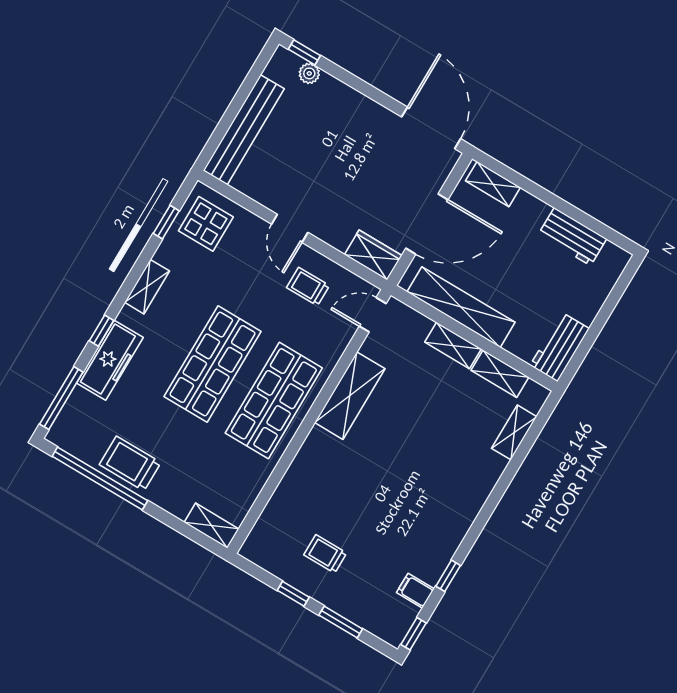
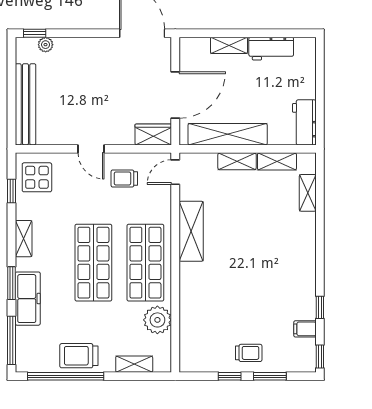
shelving: (493, 184) -> (229, 45), moved
window: (102, 331) -> (11, 283), width x1.50
plant: (248, 477) -> (157, 320), added
shelving: (211, 526) -> (134, 364), moved
trolley: (325, 554) -> (249, 353), moved, turned 180

